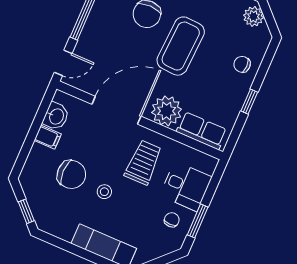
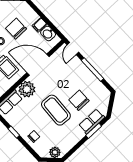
door: (116, 110) -> (38, 65), swing flipped
chair: (71, 174) -> (16, 29), turned 90

